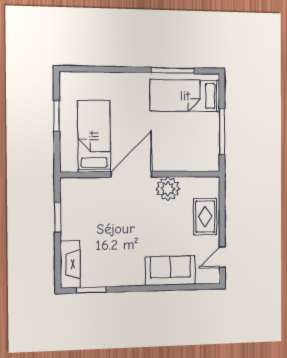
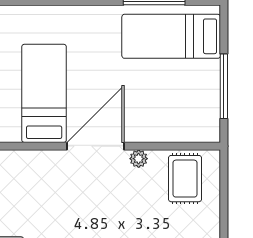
plant: (168, 189) -> (139, 159), width x0.53, depth x0.53
rug: (205, 216) -> (185, 179), moved

